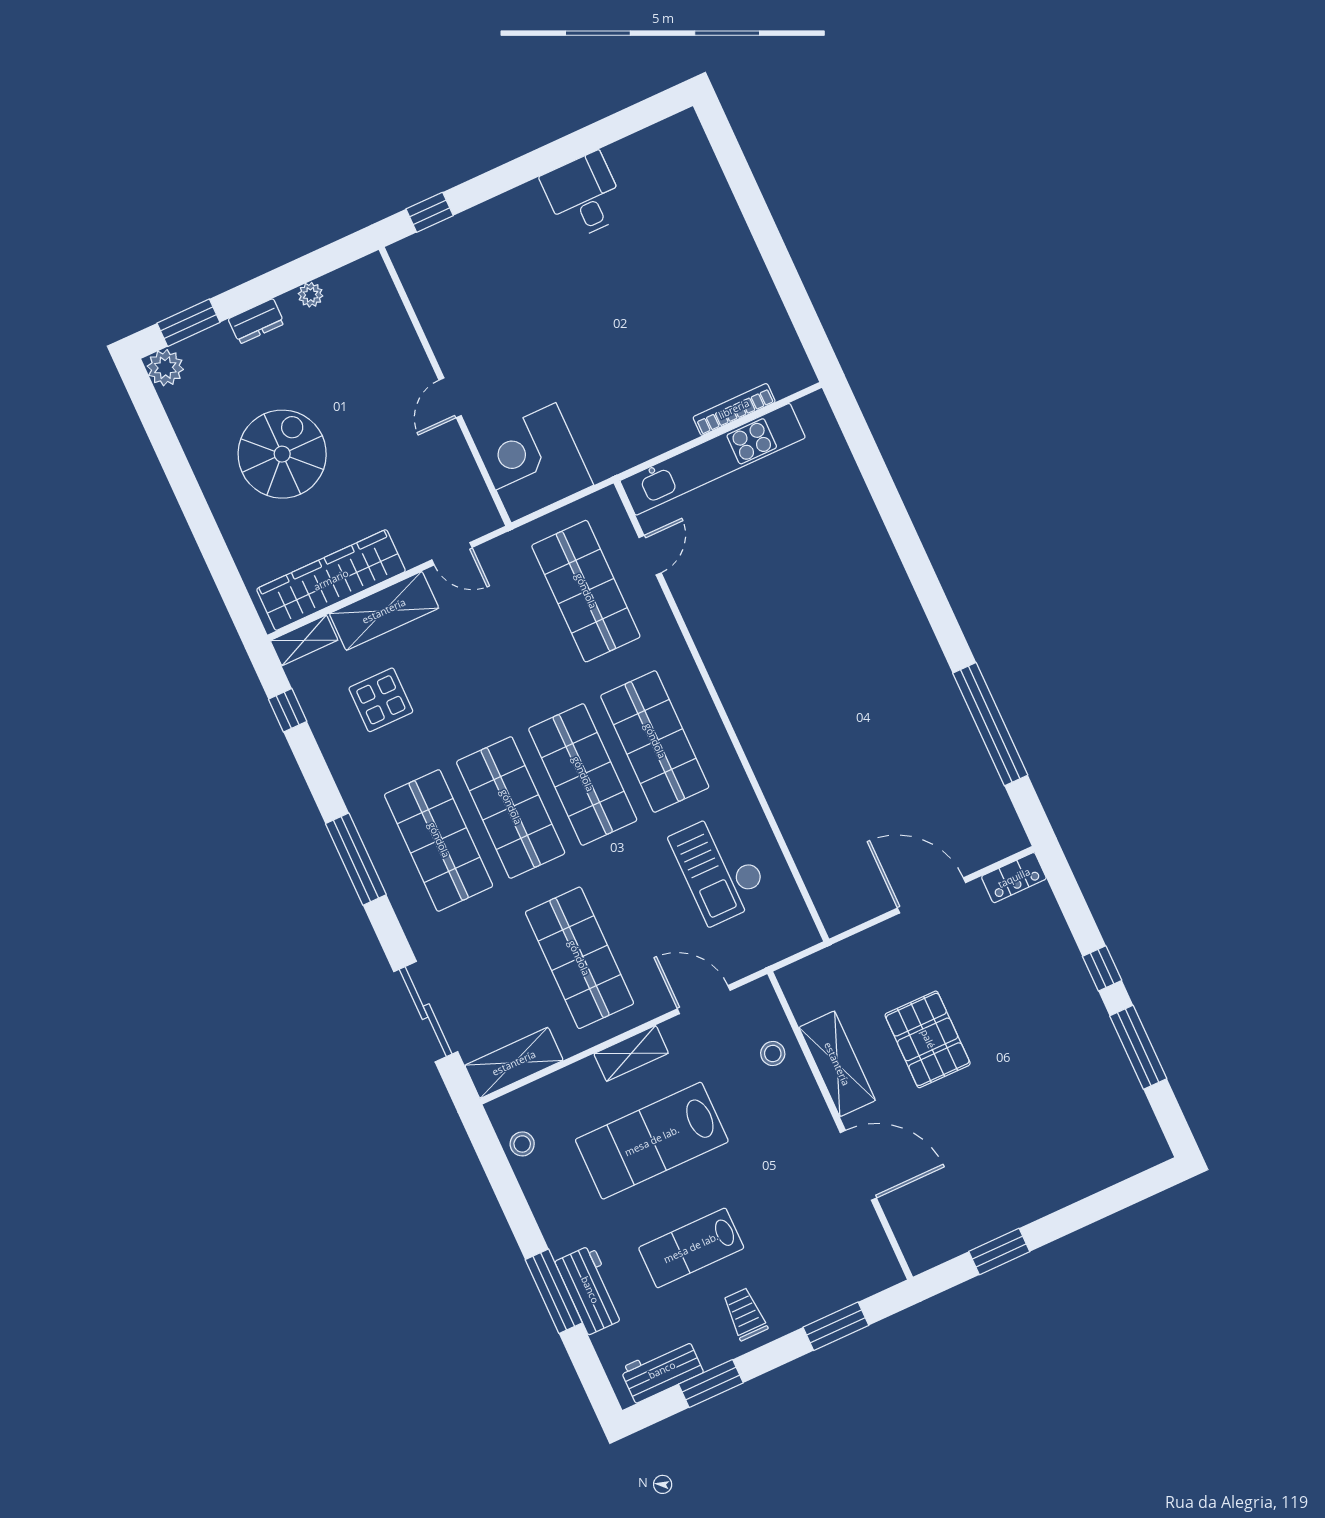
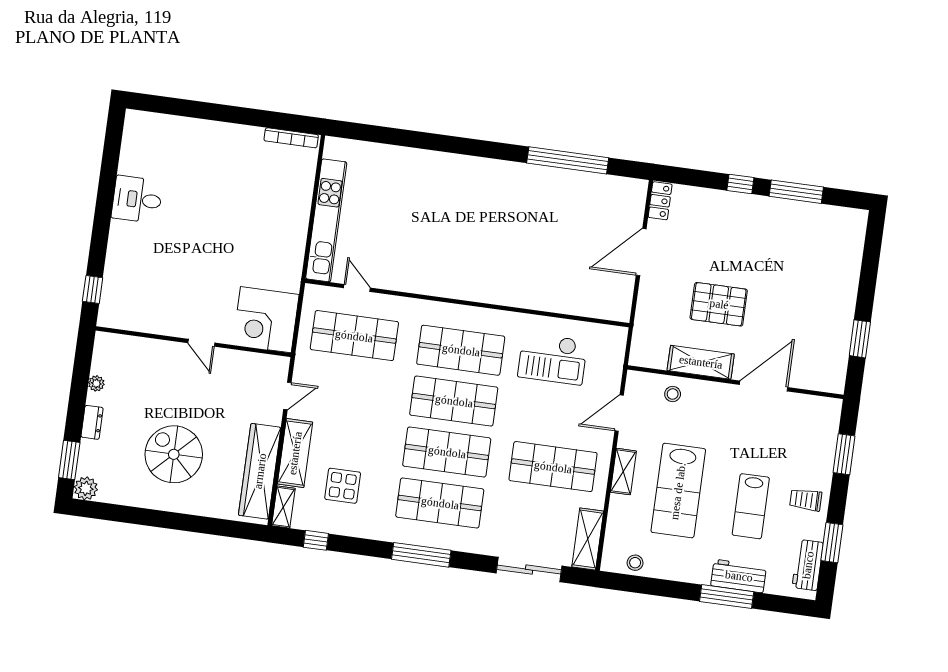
bookcase: (734, 409) -> (291, 138), moved, turned -90

